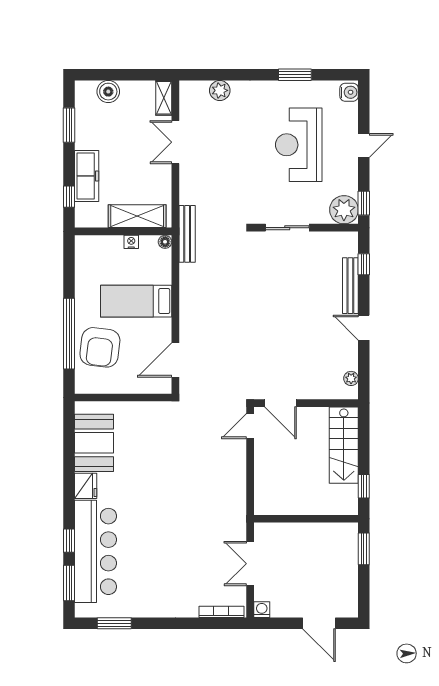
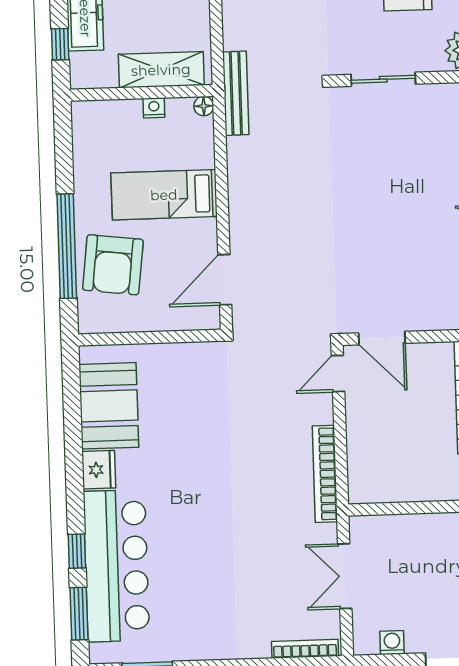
bookcase: (239, 494) -> (325, 474), added
washing machine: (262, 610) -> (392, 643), moved

